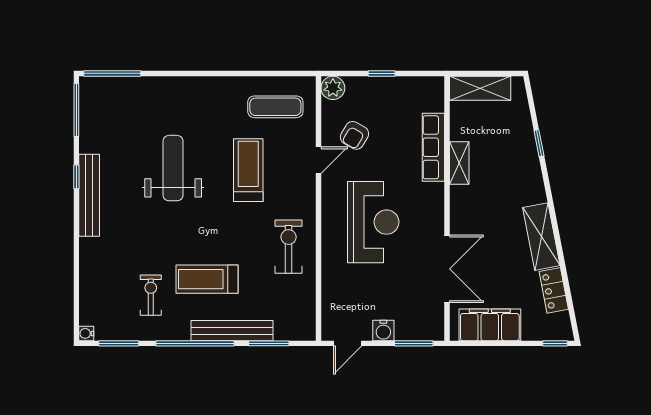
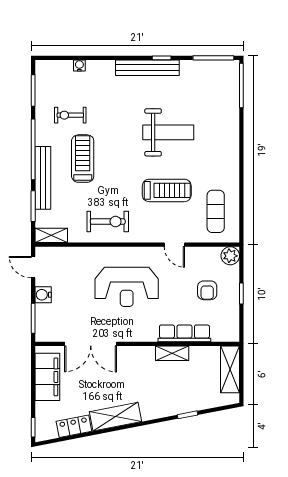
armchair: (354, 135) -> (207, 290), moved, turned -120
exercise bike: (151, 295) -> (70, 115), turned 180
shelving: (306, 320) -> (51, 235), added
water cooler: (86, 333) -> (79, 65), moved

